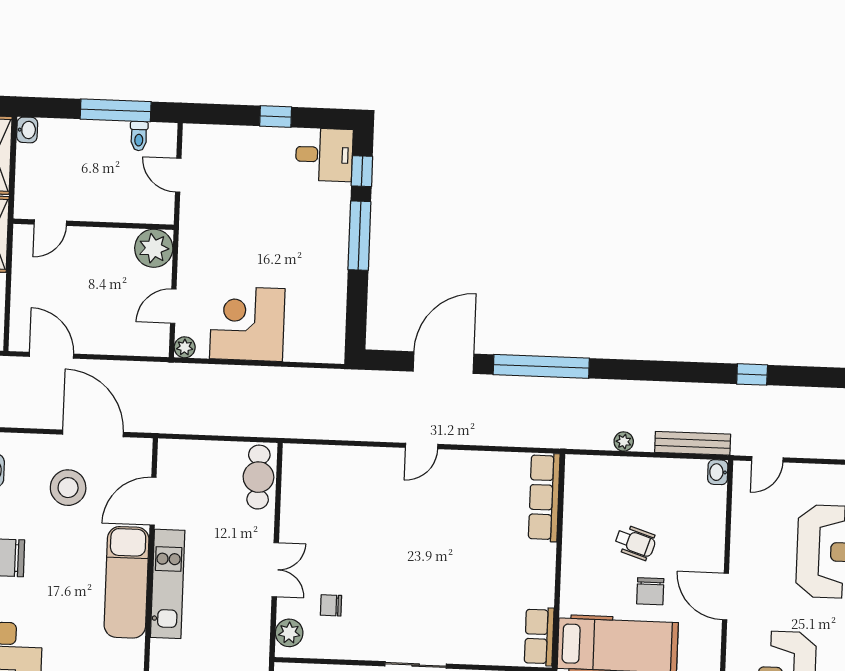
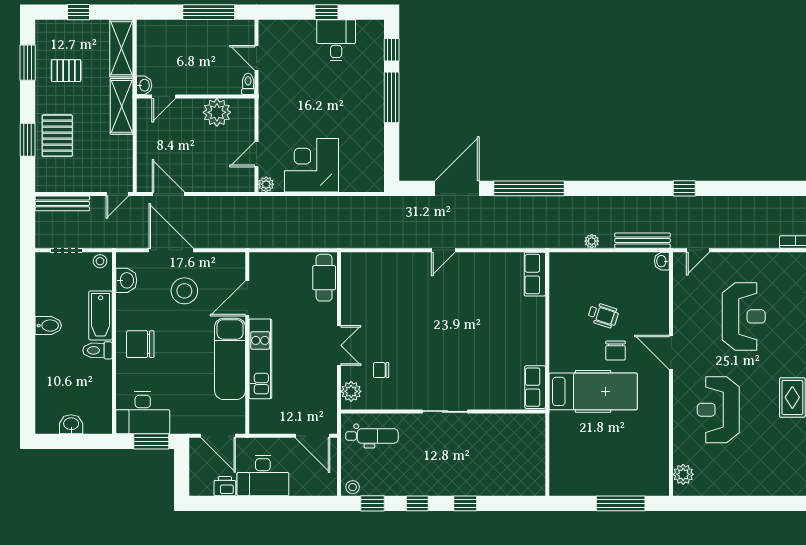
washbasin: (27, 130) -> (144, 85), moved
toilet: (139, 136) -> (248, 84), moved, turned 180
desk: (324, 155) -> (336, 40), moved, turned -90
plant: (154, 248) -> (217, 112), moved
door: (93, 433) -> (171, 250), moved
row of seats: (544, 497) -> (535, 274), width x0.68

